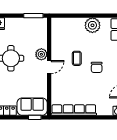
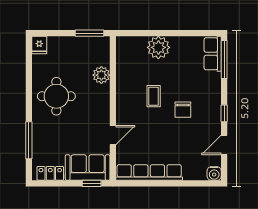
plant: (92, 25) -> (158, 47), moved
plant: (41, 54) -> (101, 75), moved
door: (49, 67) -> (113, 135), moved

